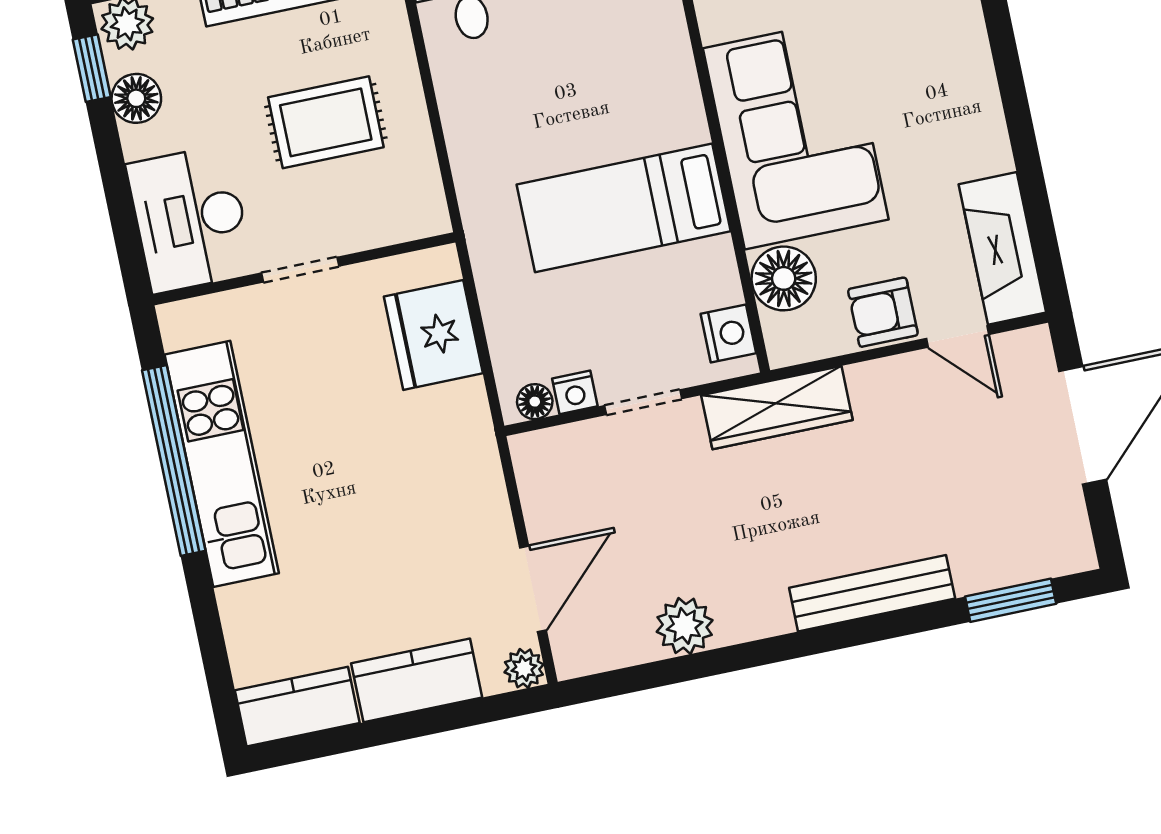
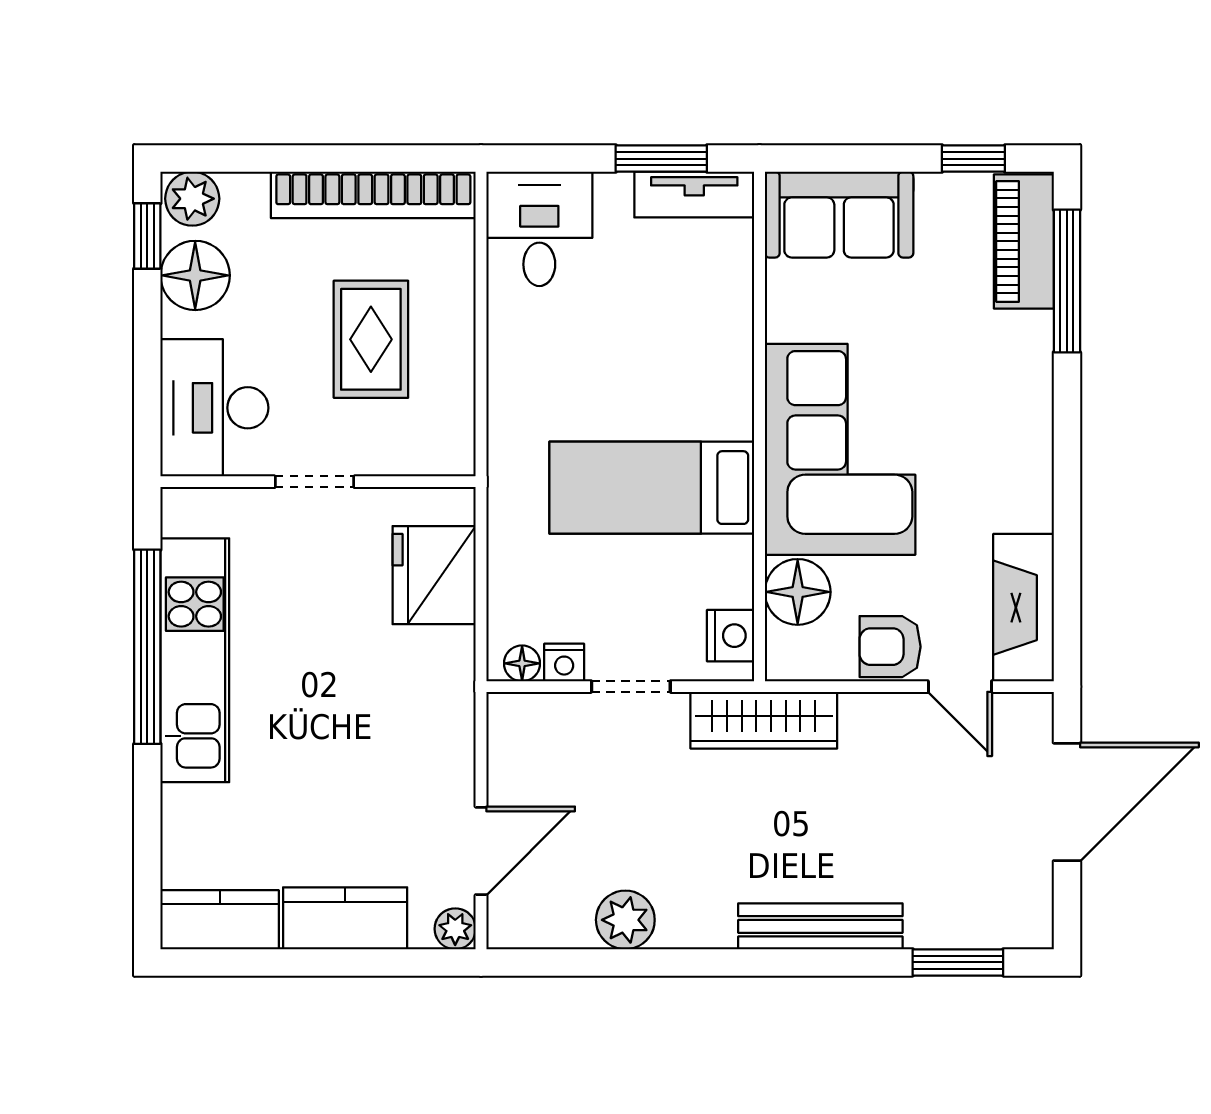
floor lamp: (136, 98) -> (195, 275), width x1.38, depth x1.38
rug: (326, 122) -> (371, 339), turned 90

